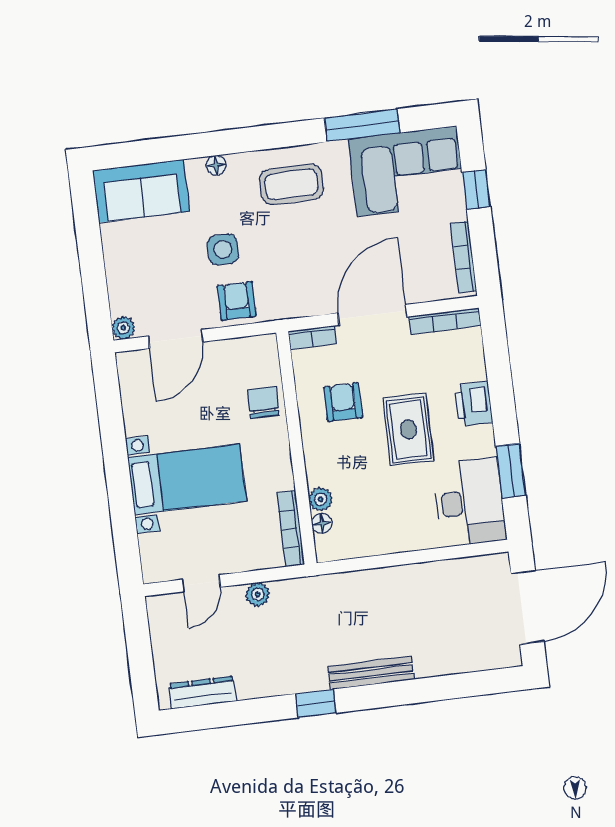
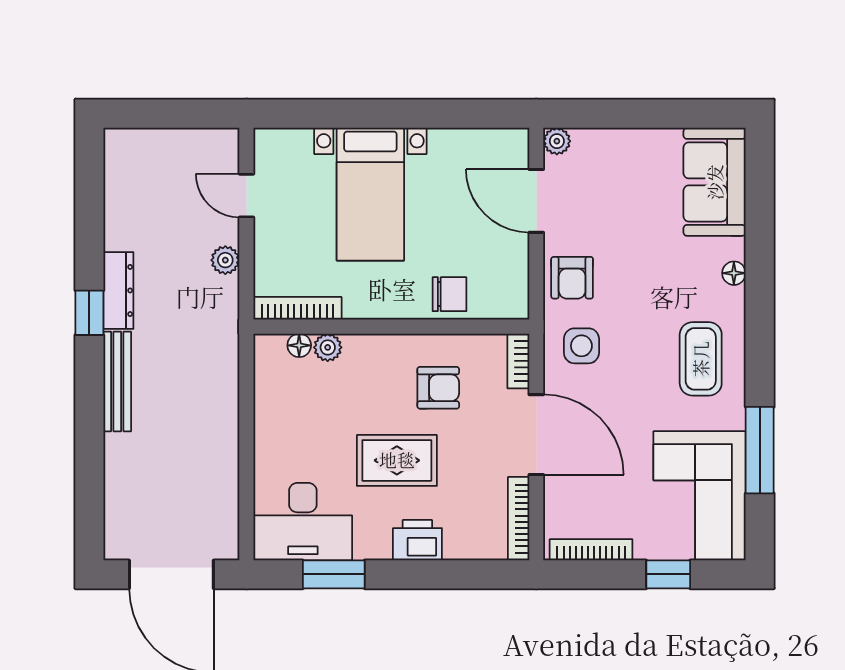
side table: (223, 249) -> (581, 346), moved
armchair: (237, 301) -> (572, 278), turned 90
dresser: (202, 693) -> (118, 290), moved

